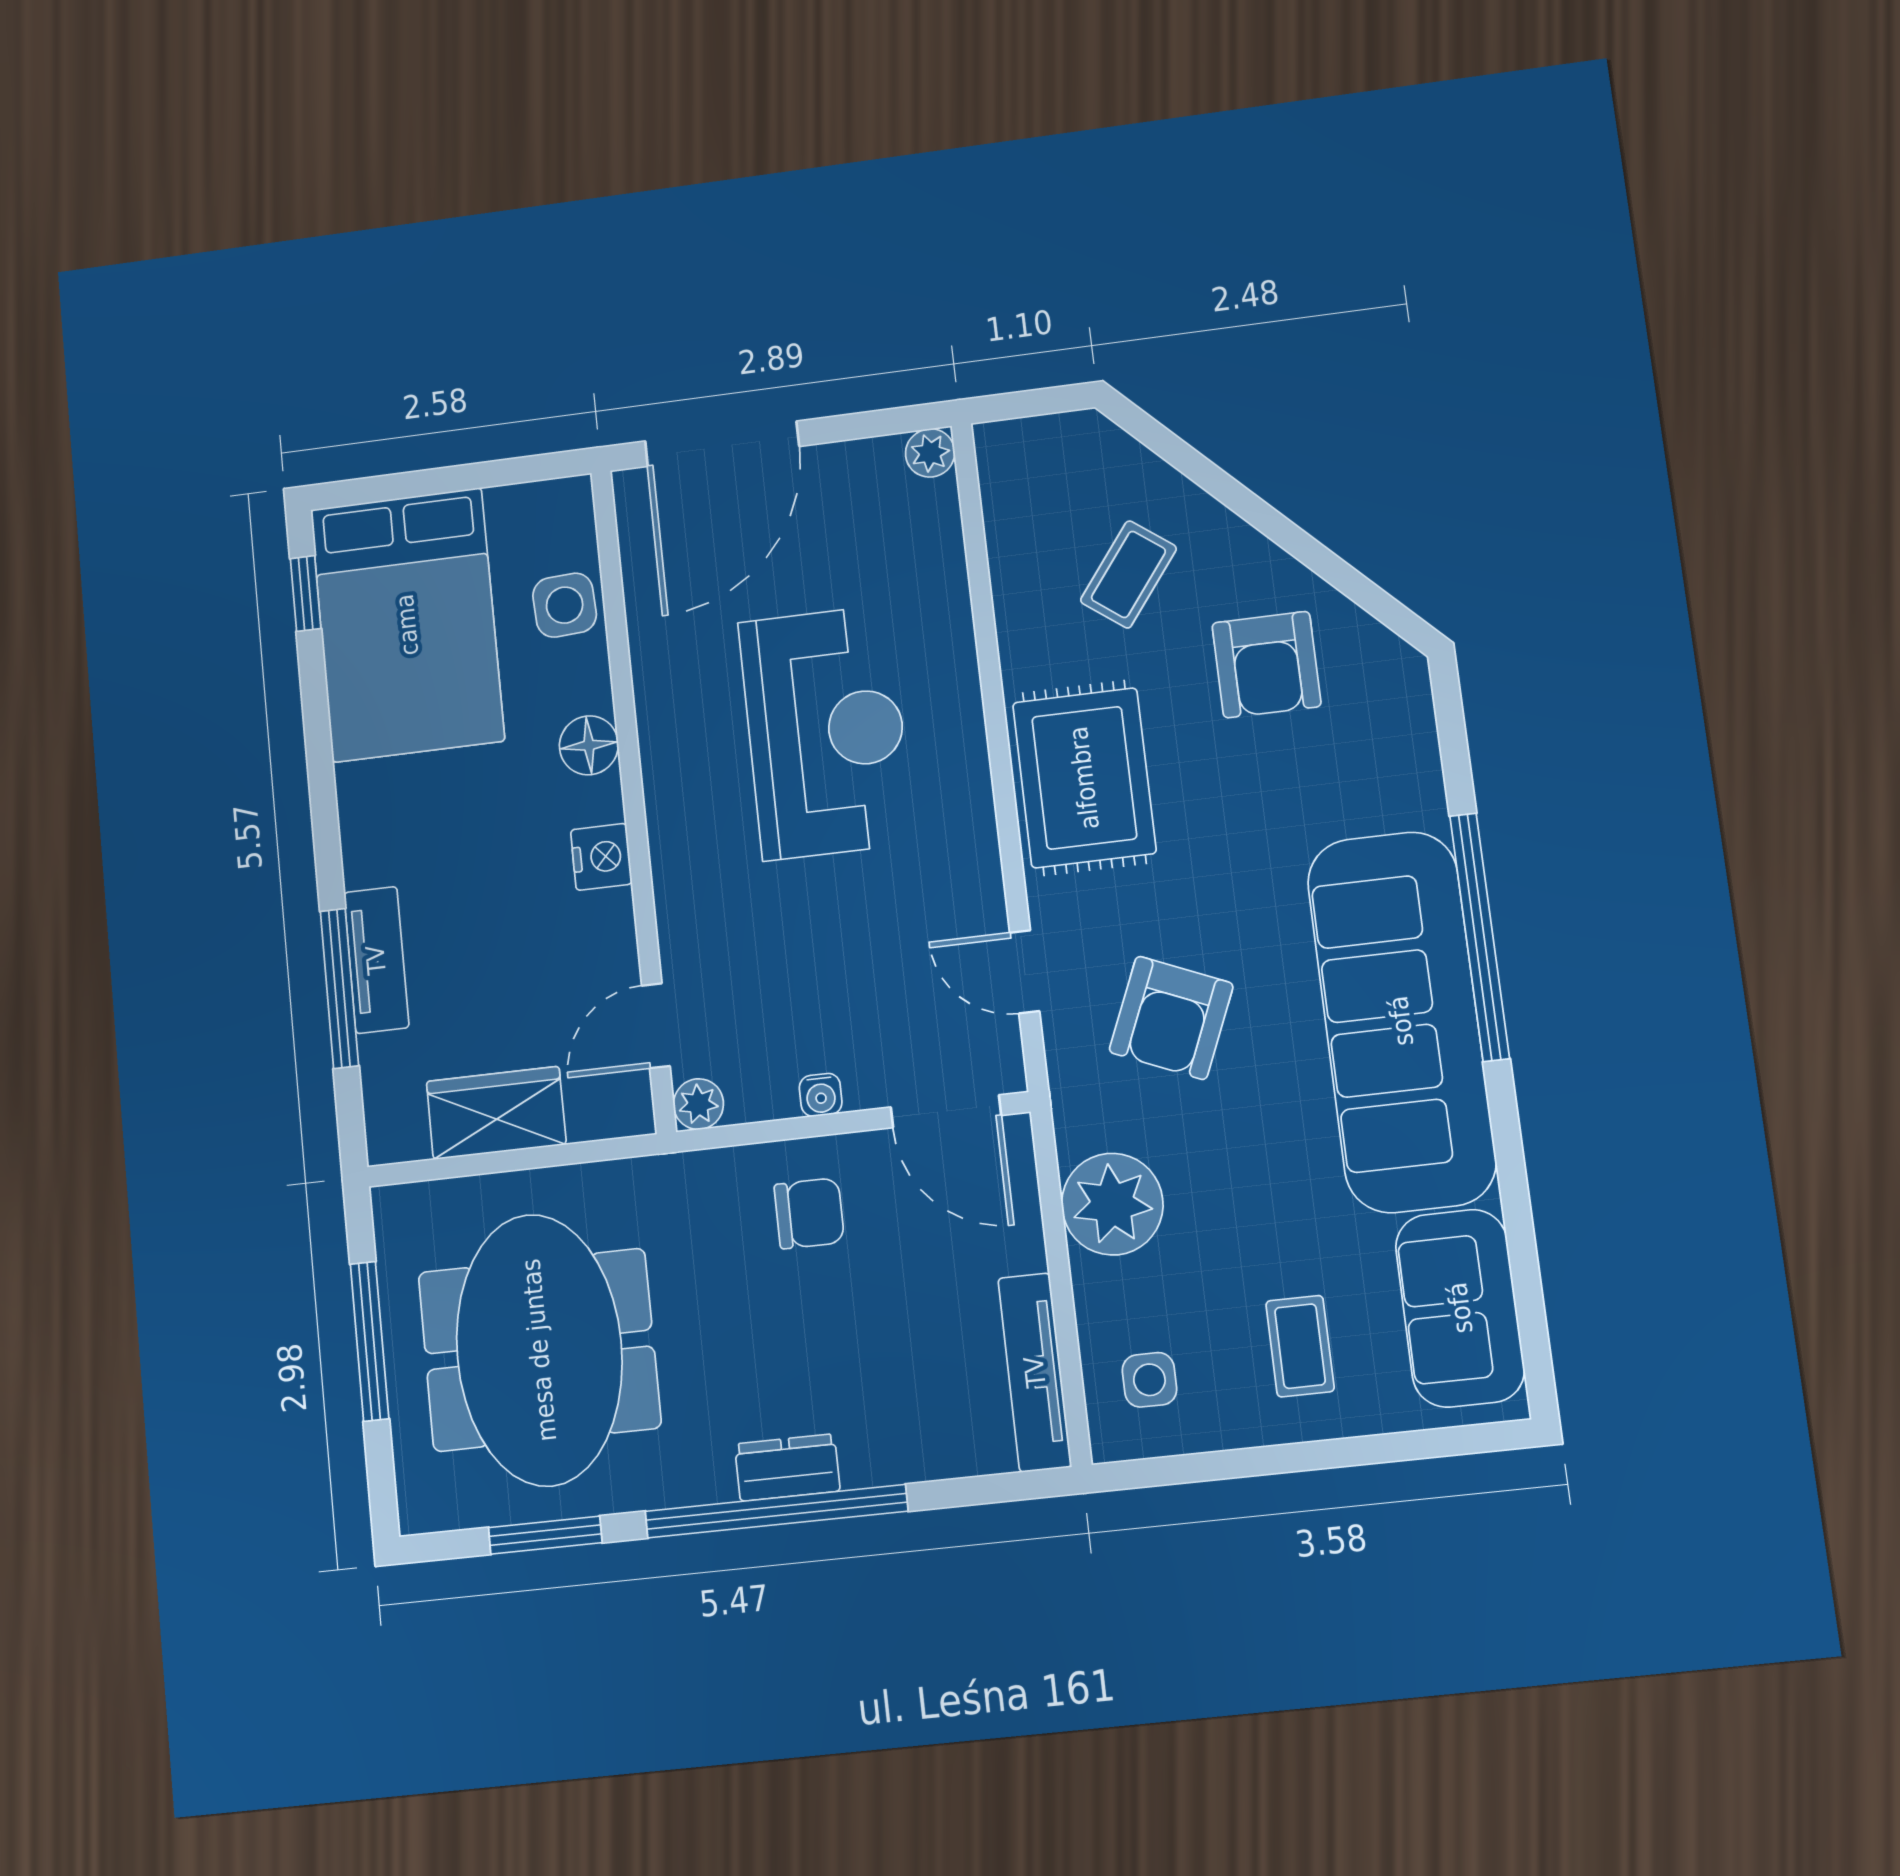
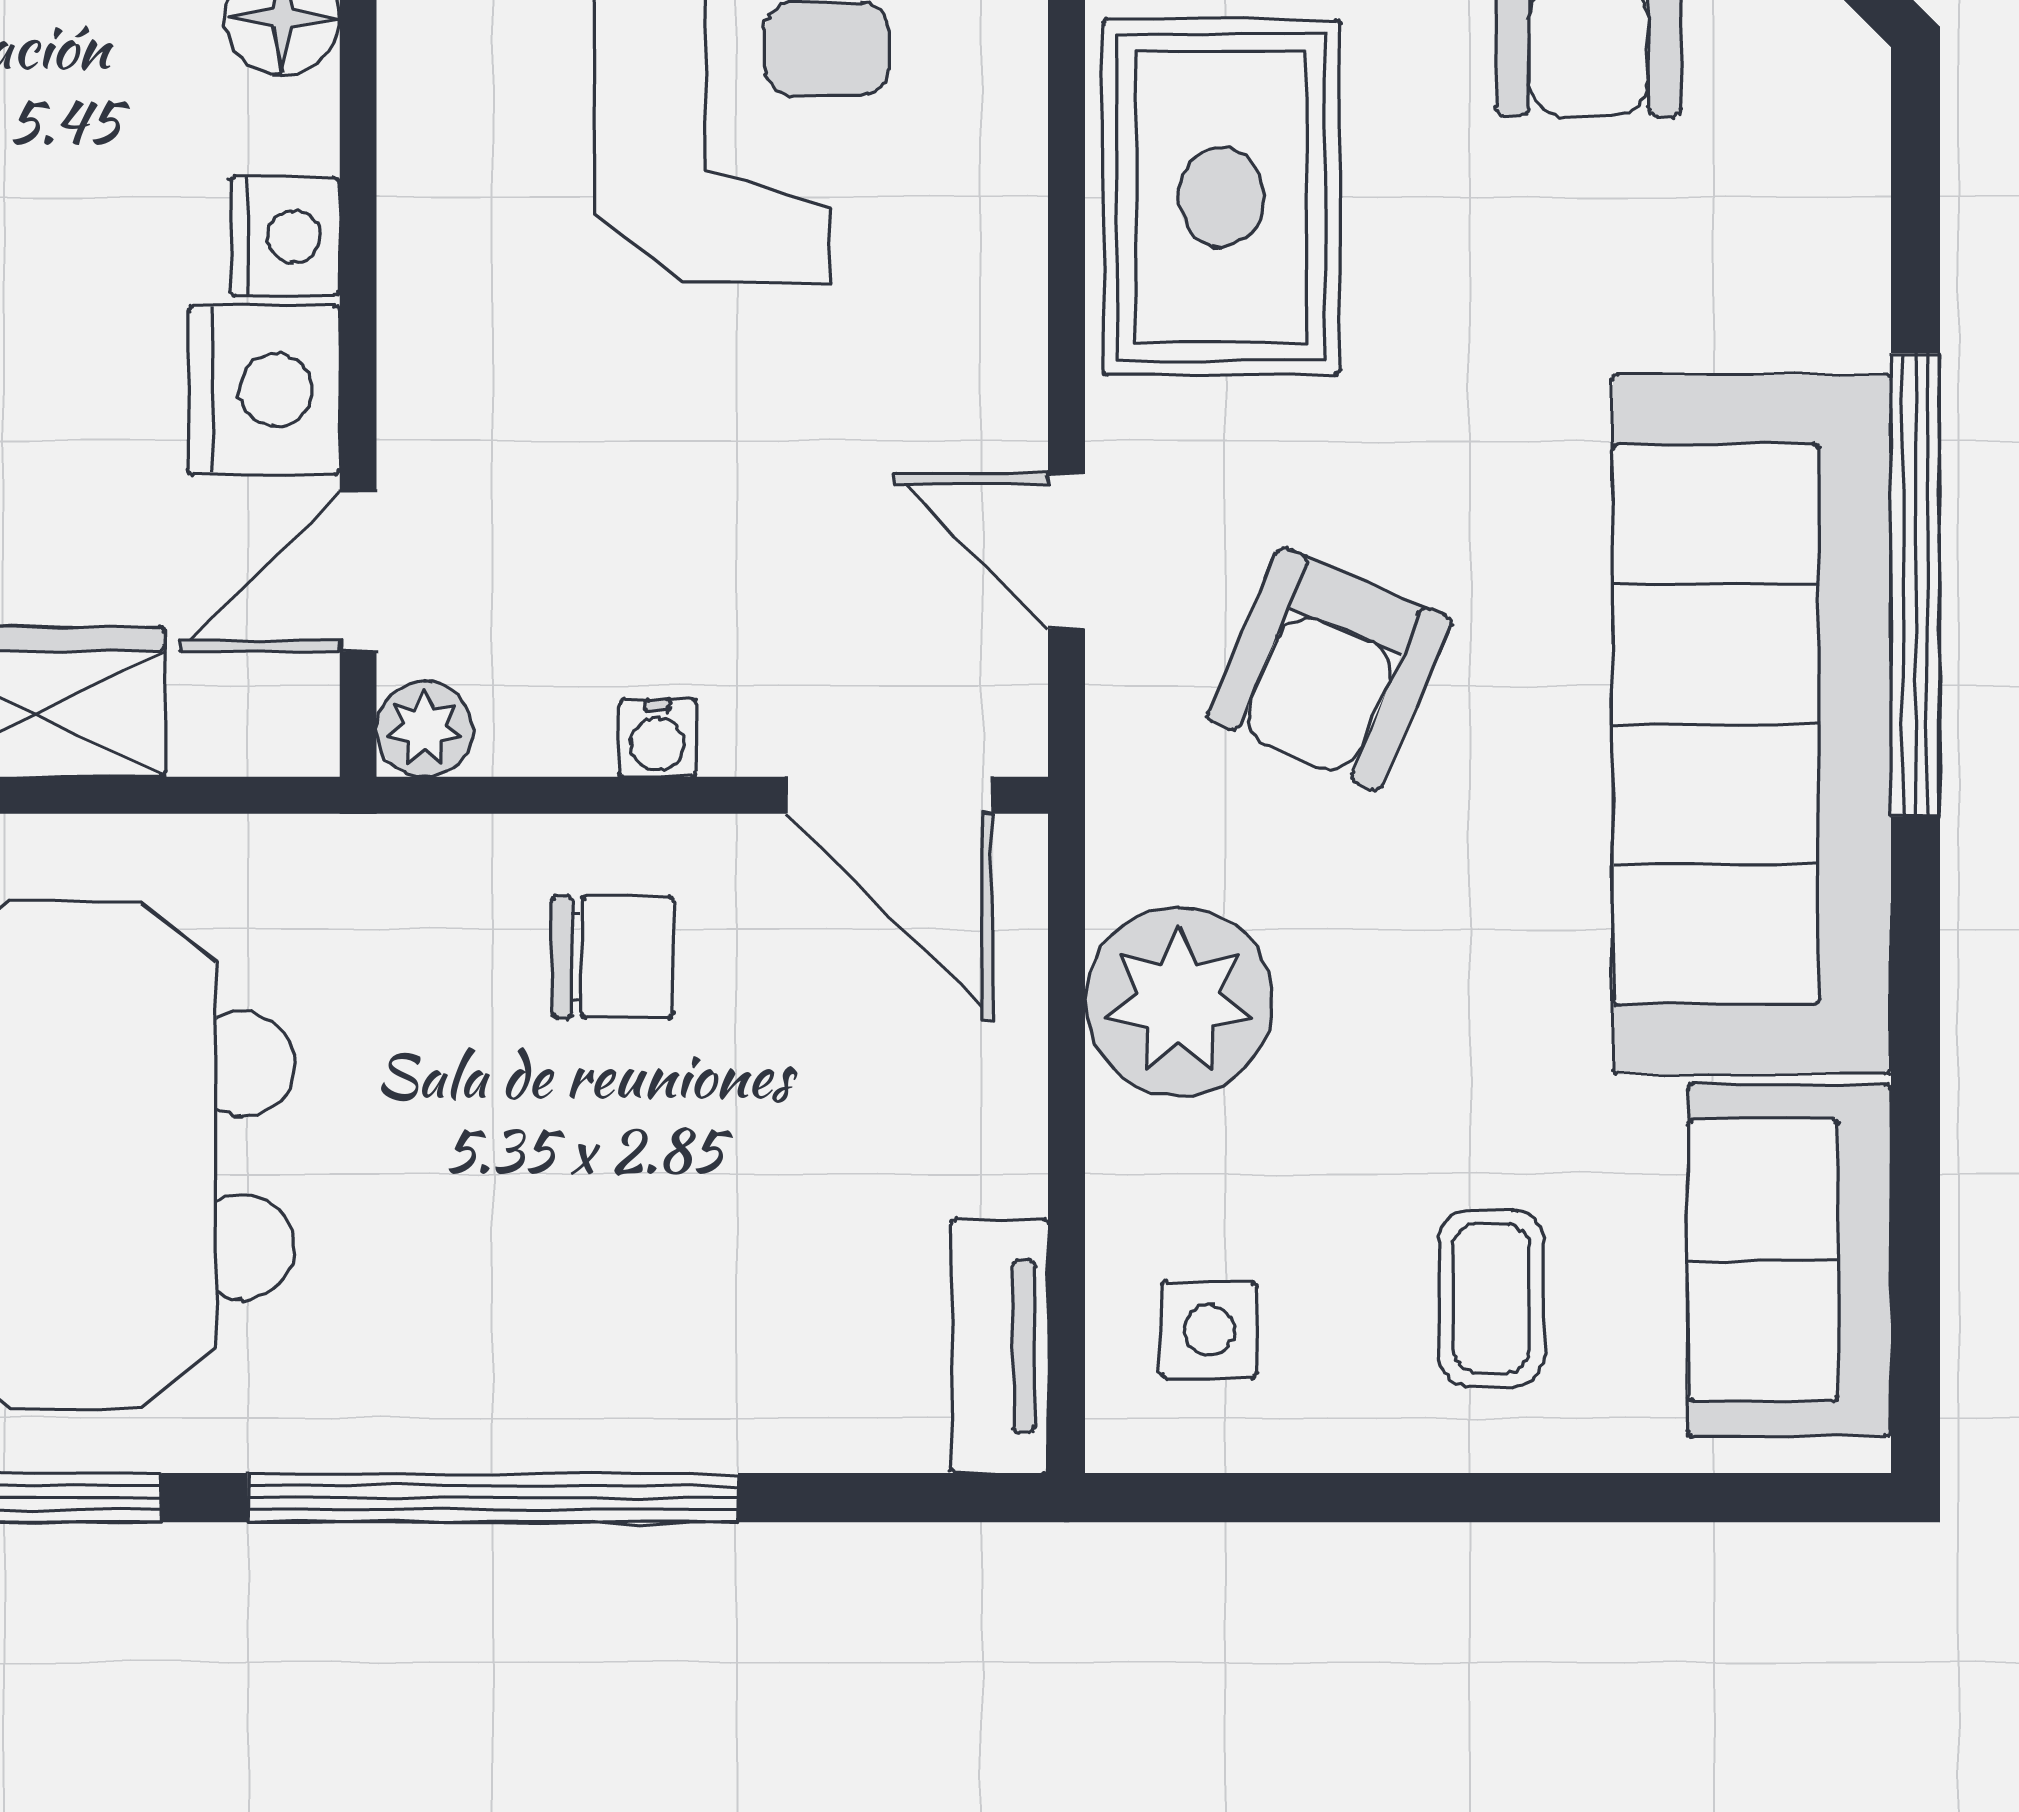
nightstand: (598, 937) -> (264, 390), added
tv unit: (1035, 1372) -> (1000, 1346), width x0.71
dresser: (787, 1467) -> (522, 1420), removed

